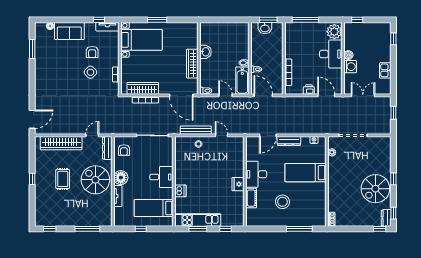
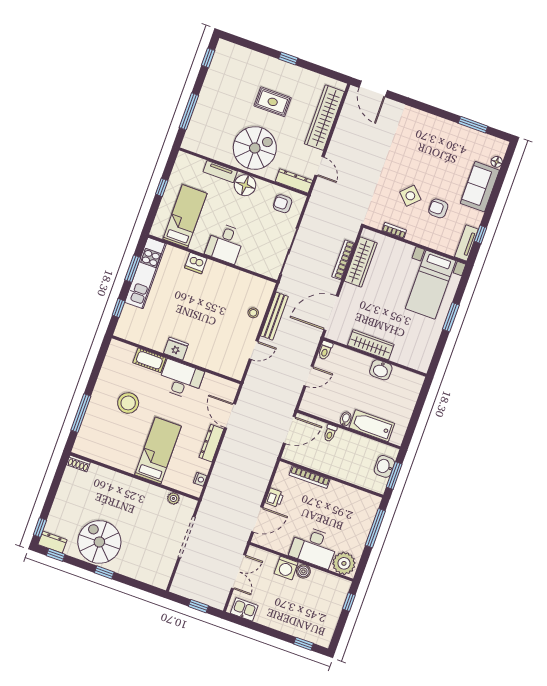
kitchen sink: (385, 70) -> (244, 609), moved
bathtub: (242, 81) -> (372, 426), moved

